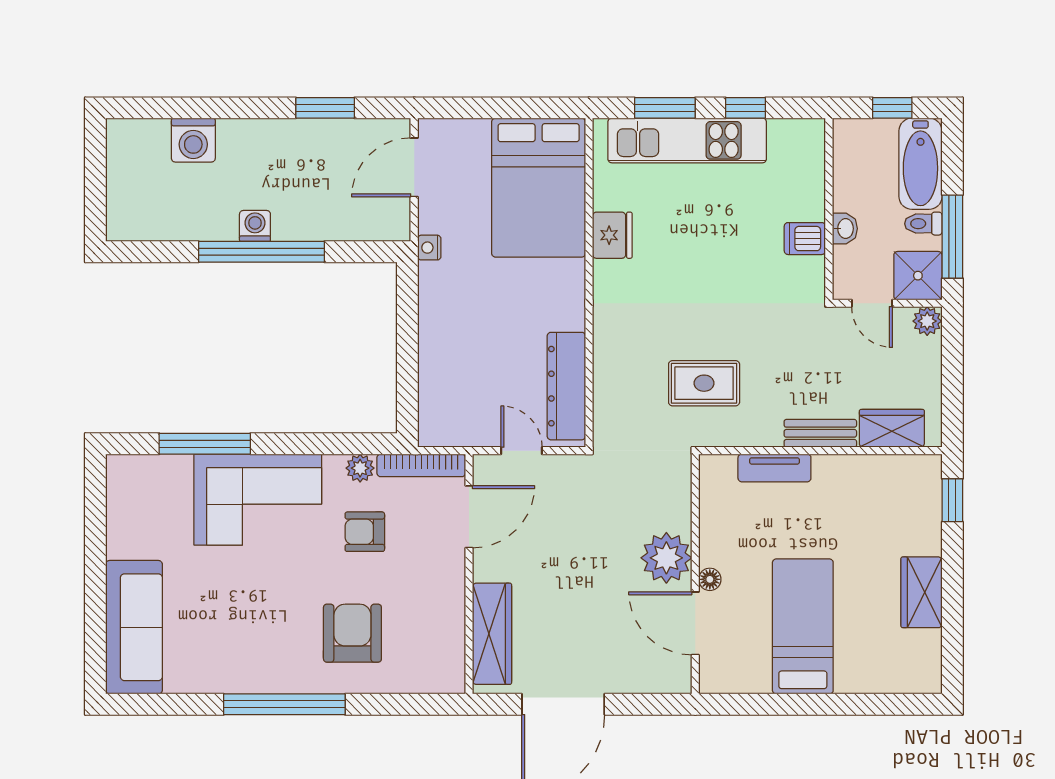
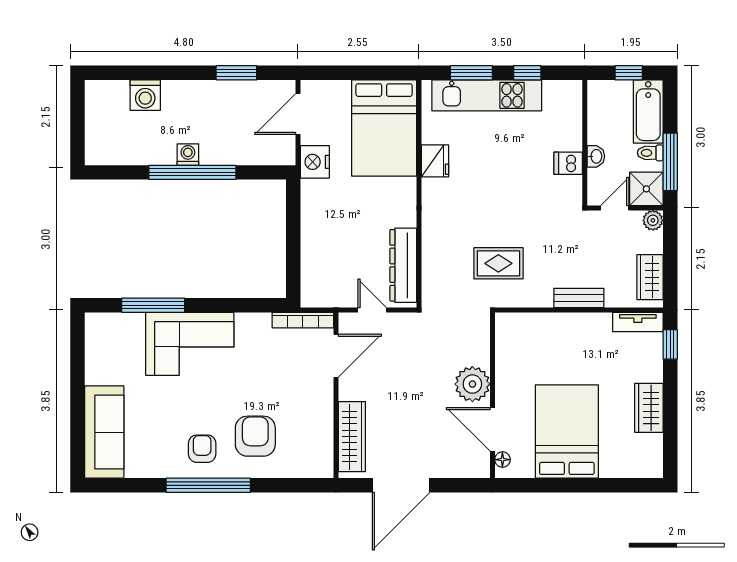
nightstand: (429, 248) -> (315, 162), width x1.89, depth x1.79
door: (872, 303) -> (615, 208), swing flipped
wardrobe: (892, 428) -> (650, 277), moved, turned -90
plant: (360, 468) -> (261, 322), removed
tv unit: (774, 468) -> (638, 322), moved
armchair: (365, 532) -> (202, 449), moved, turned 90
floor lamp: (710, 579) -> (502, 460), moved
bed: (803, 626) -> (567, 431), width x1.50

